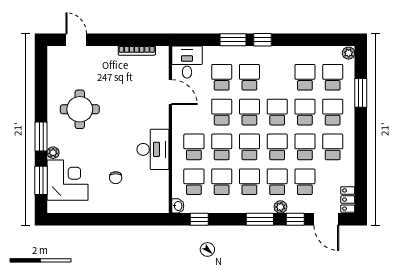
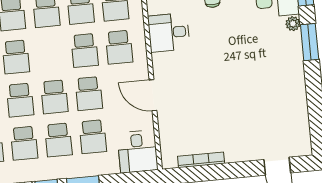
door: (170, 92) -> (153, 95), moved
round table: (80, 109) -> (265, 80), removed
school desk: (249, 147) -> (24, 143), moved
desk: (153, 149) -> (169, 33), width x0.73

